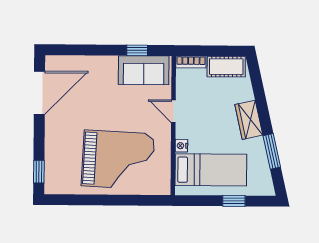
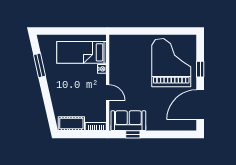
wardrobe: (249, 120) -> (56, 87), removed
grand piano: (118, 160) -> (171, 63), moved, turned 87
window: (39, 172) -> (200, 69), moved
window: (234, 201) -> (65, 31), removed

